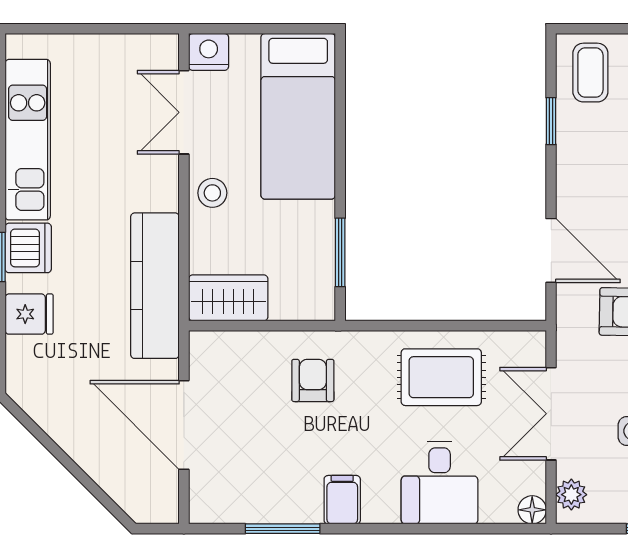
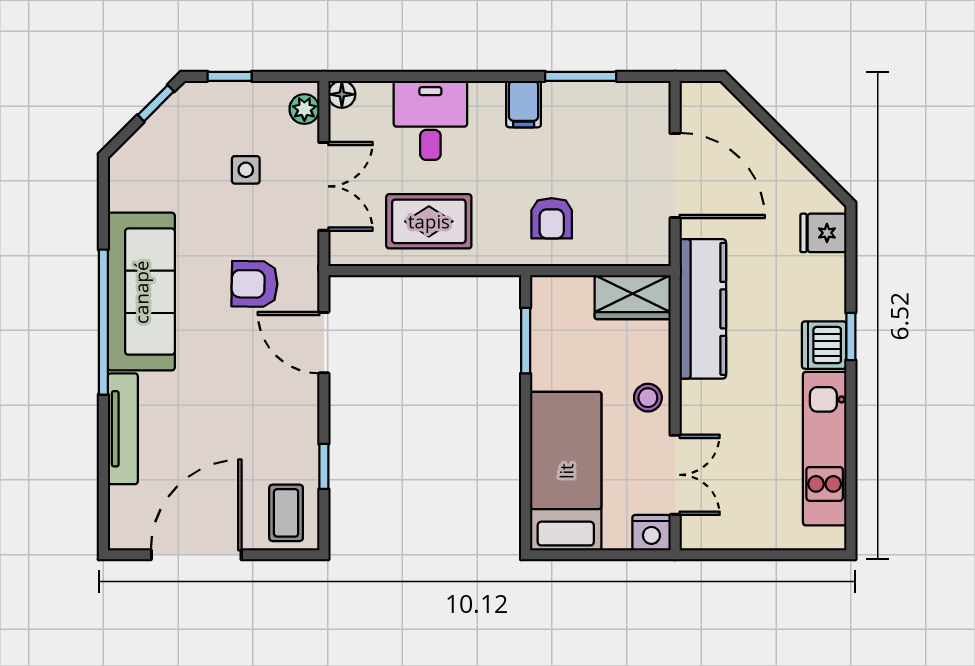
fridge: (29, 314) -> (823, 233), moved

